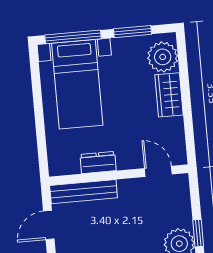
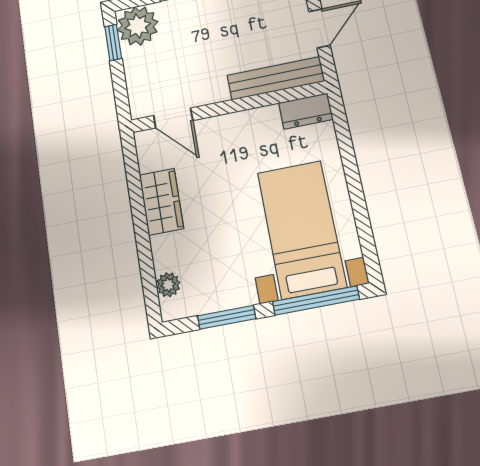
plant: (163, 57) -> (168, 285), width x0.53, depth x0.53
wardrobe: (169, 95) -> (161, 202), moved
dresser: (98, 163) -> (306, 111), moved

